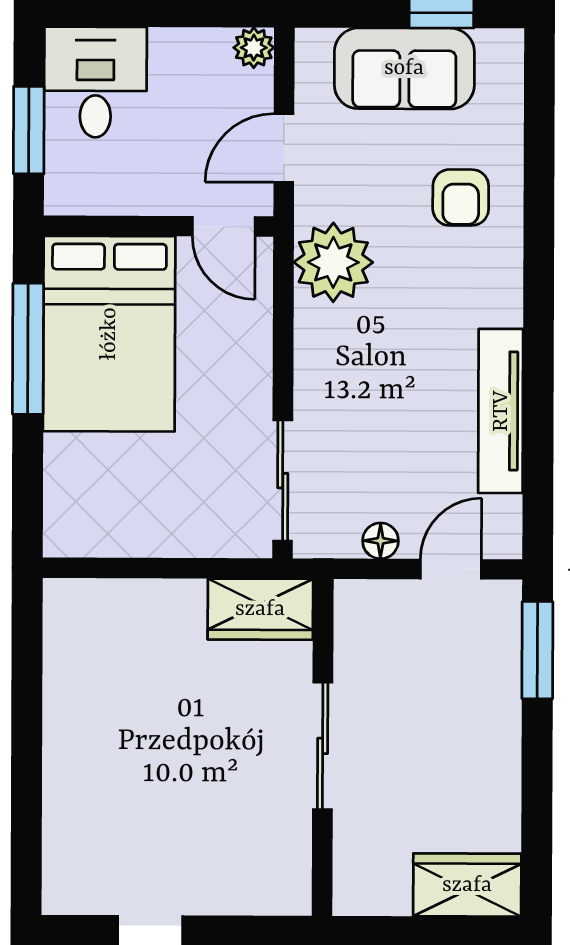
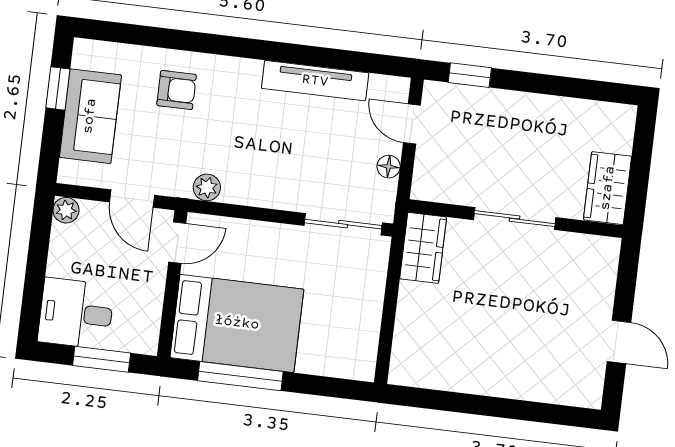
plant: (333, 262) -> (207, 187), width x0.53, depth x0.53
window: (537, 650) -> (470, 75), width x0.67
wardrobe: (467, 885) -> (608, 188), moved

